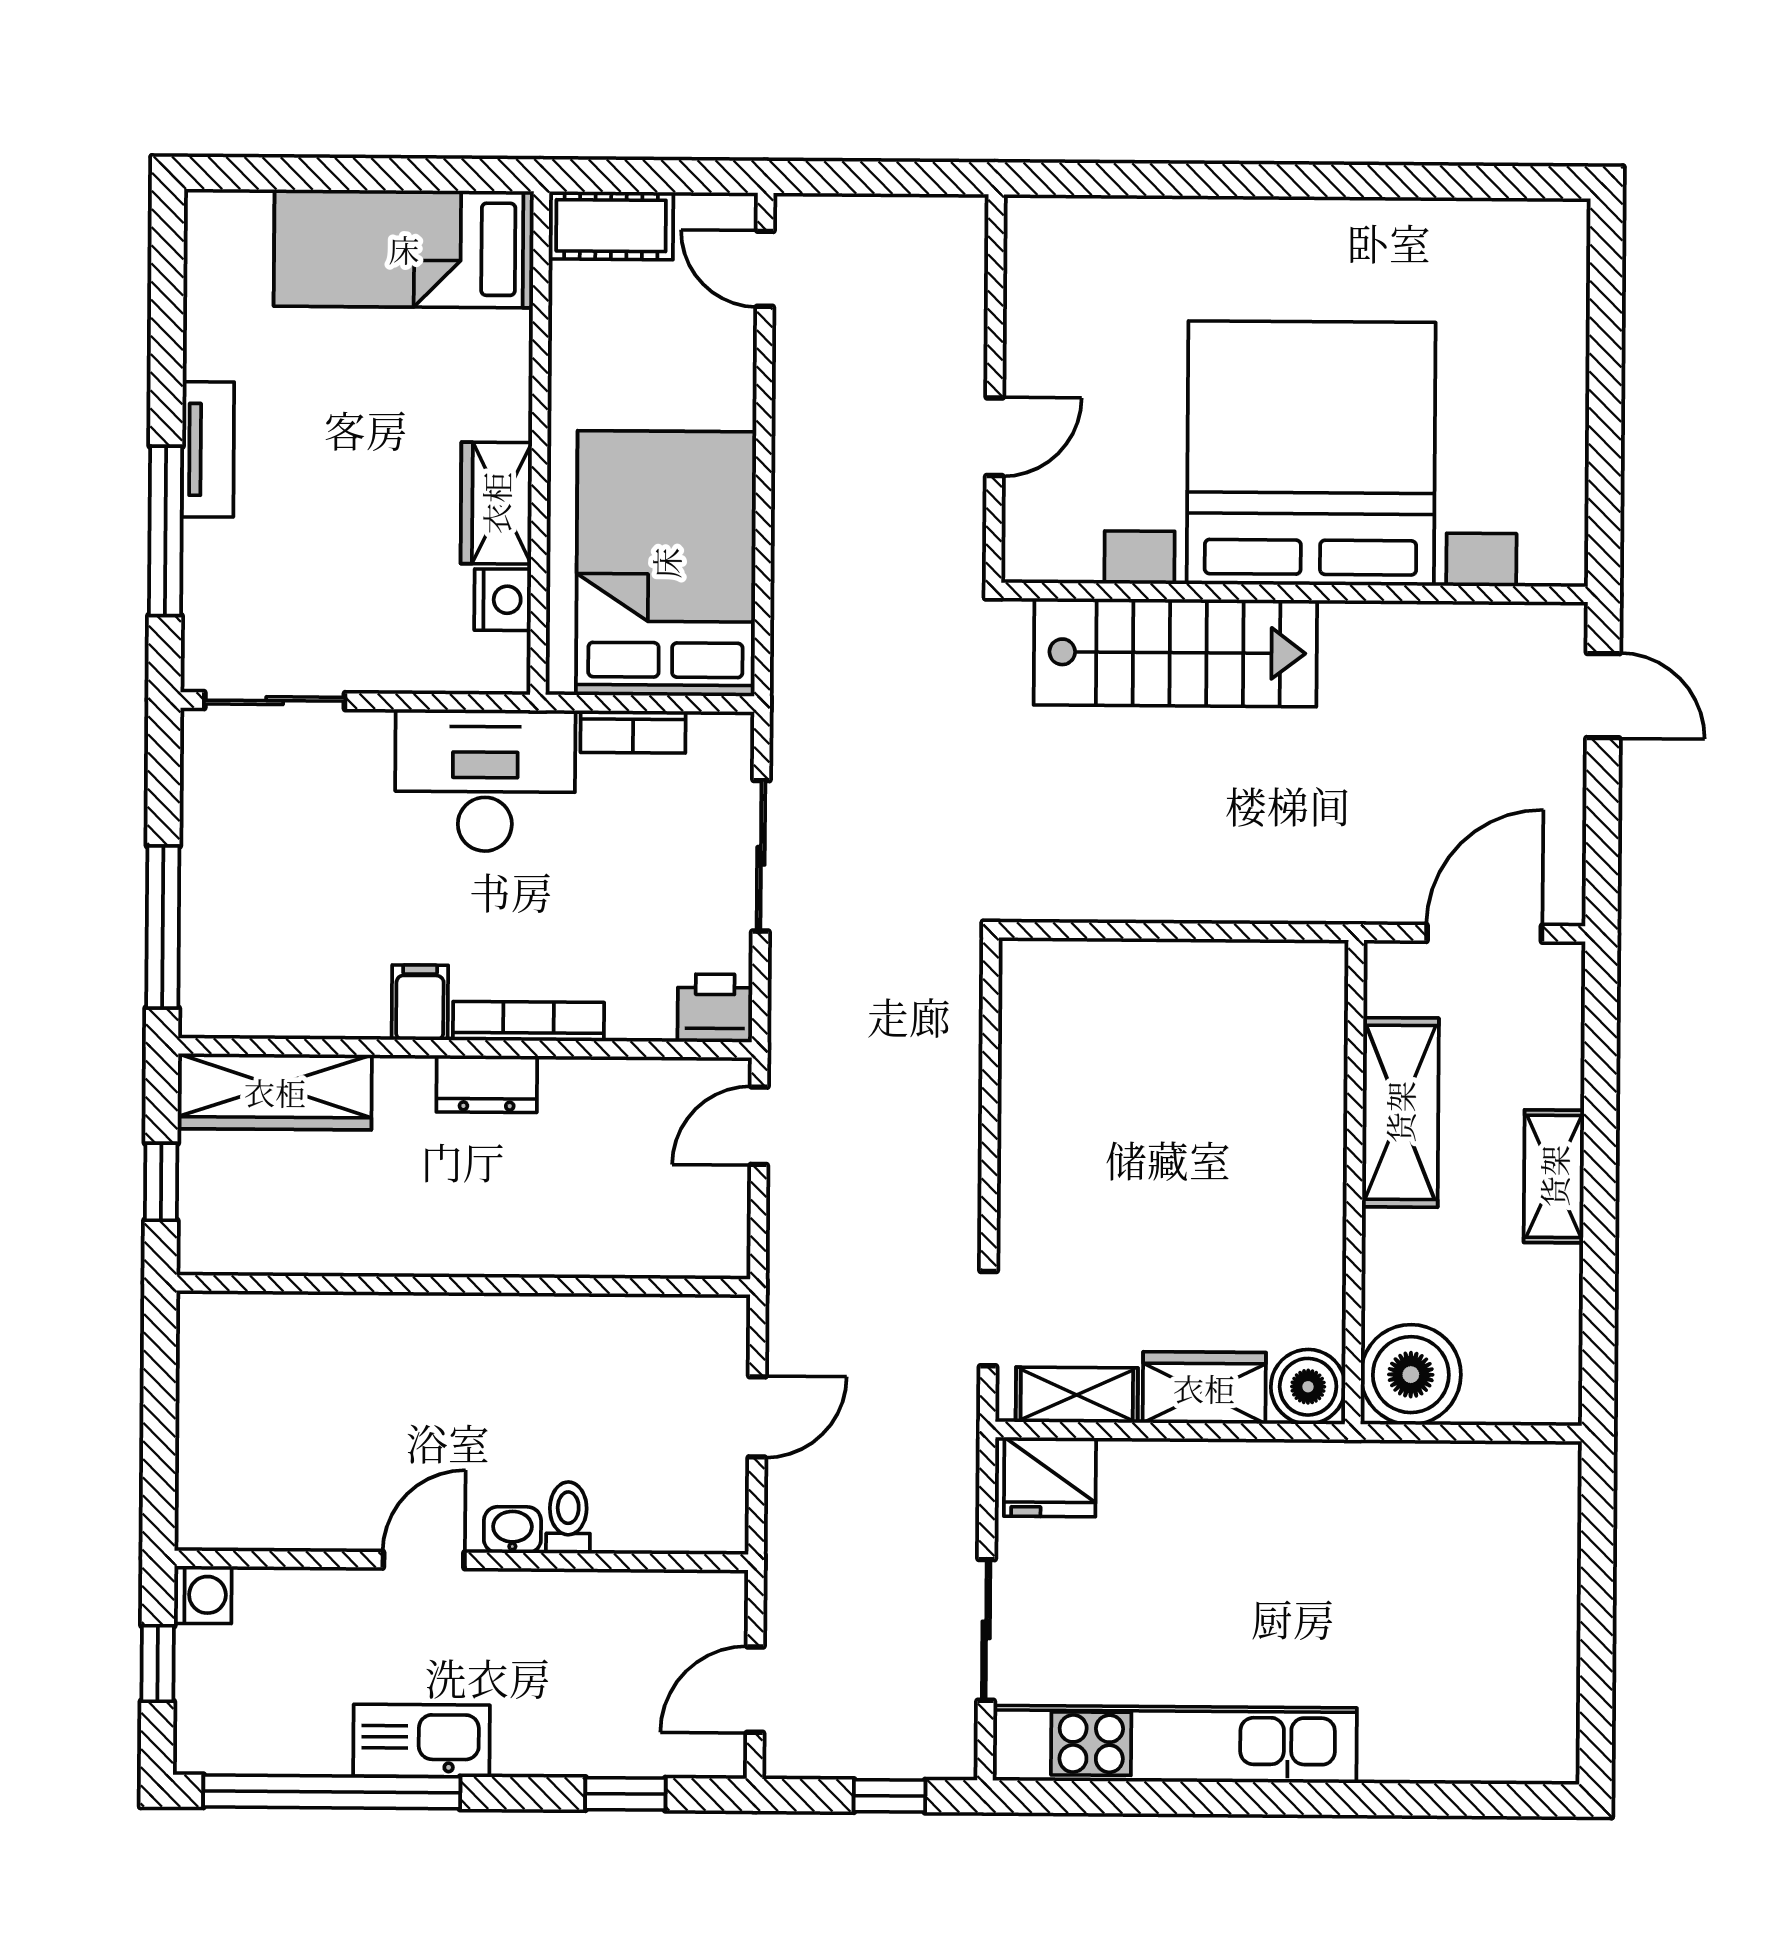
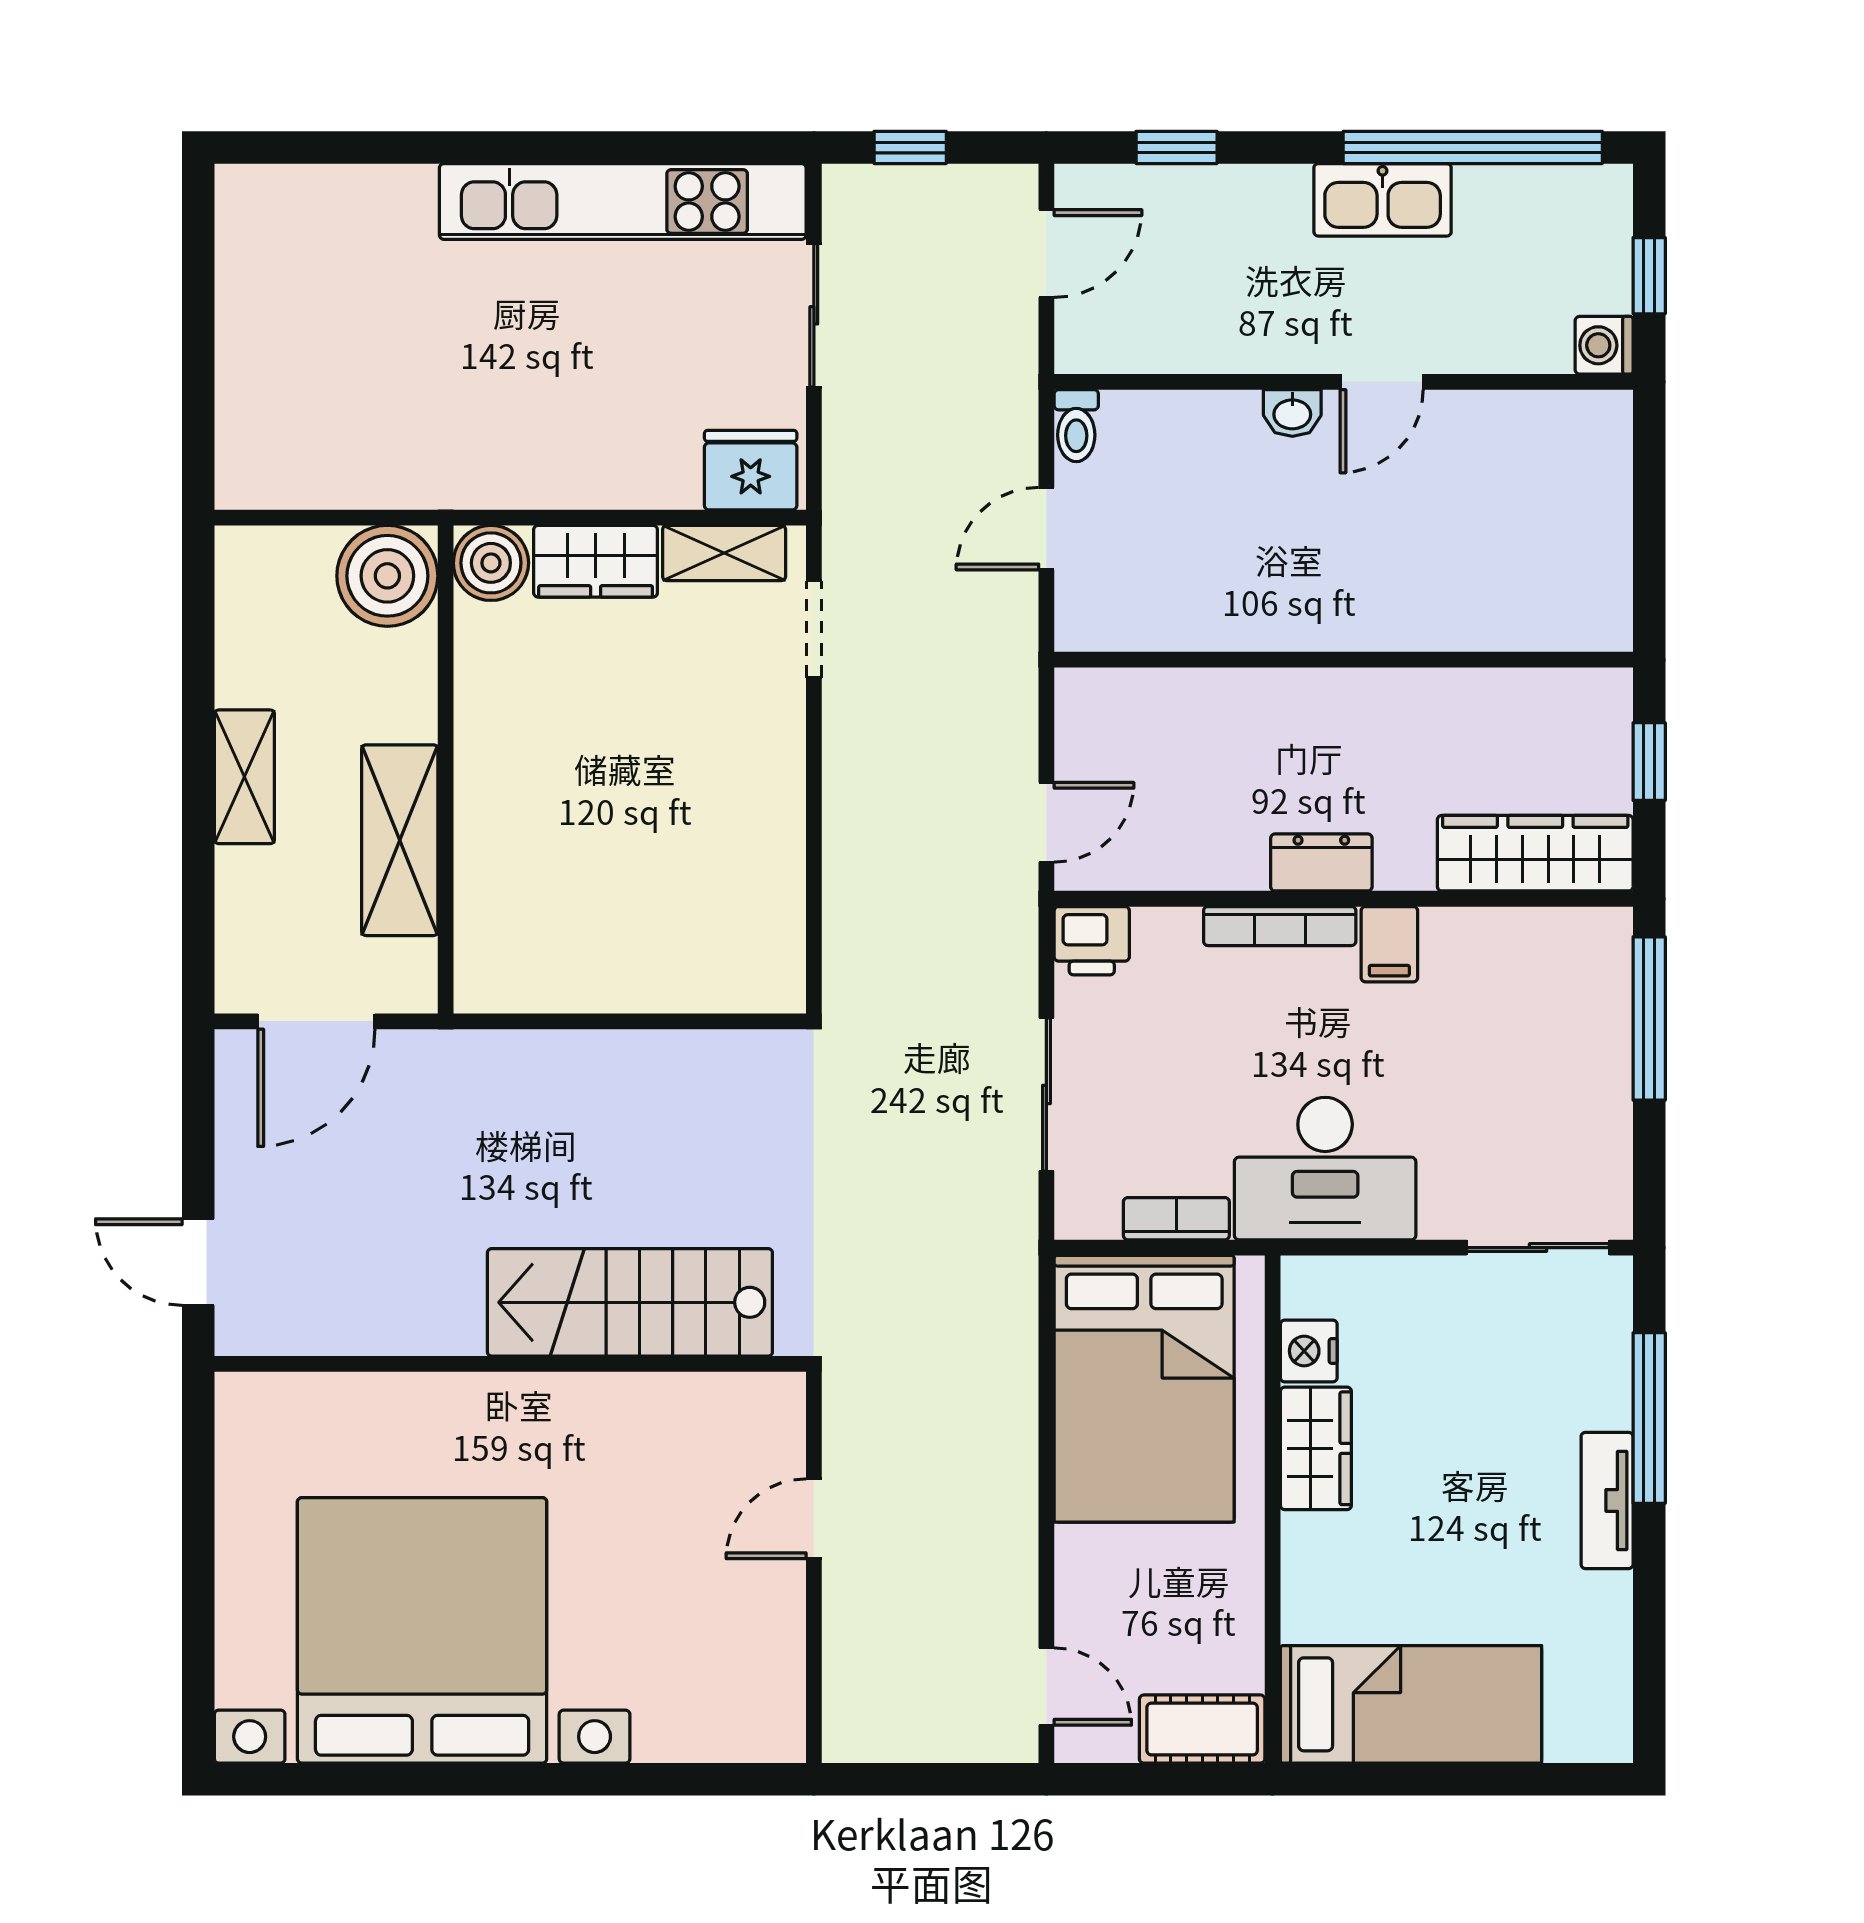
bed with nightstands: (1311, 453) -> (422, 1630), moved, turned 180
toilet: (568, 1518) -> (1076, 426), moved

